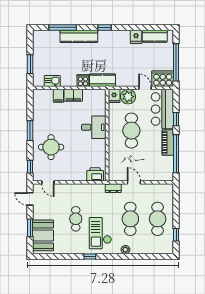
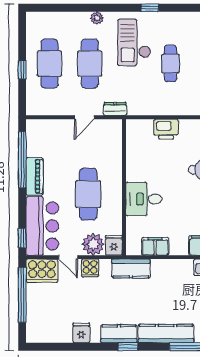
kitchen counter: (155, 36) -> (119, 334), moved
cooker: (83, 81) -> (90, 268), moved
filing cabinet: (73, 95) -> (155, 246), moved
window: (176, 119) -> (22, 238), moved
printer: (95, 174) -> (166, 129), moved
door: (134, 182) -> (84, 117), hinge flipped
checkout: (100, 233) -> (134, 42), turned 180
window: (176, 235) -> (22, 70), moved

